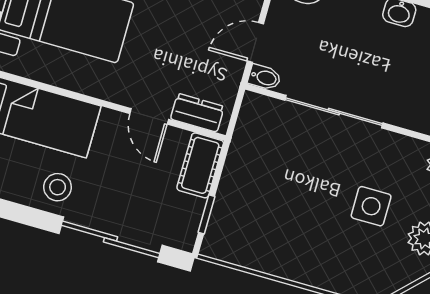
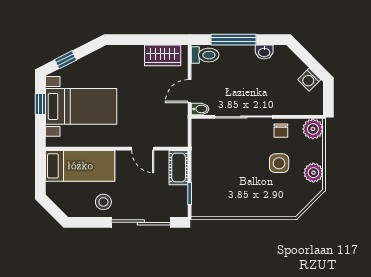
dresser: (197, 113) -> (169, 139), removed
chair: (390, 152) -> (281, 131), added

